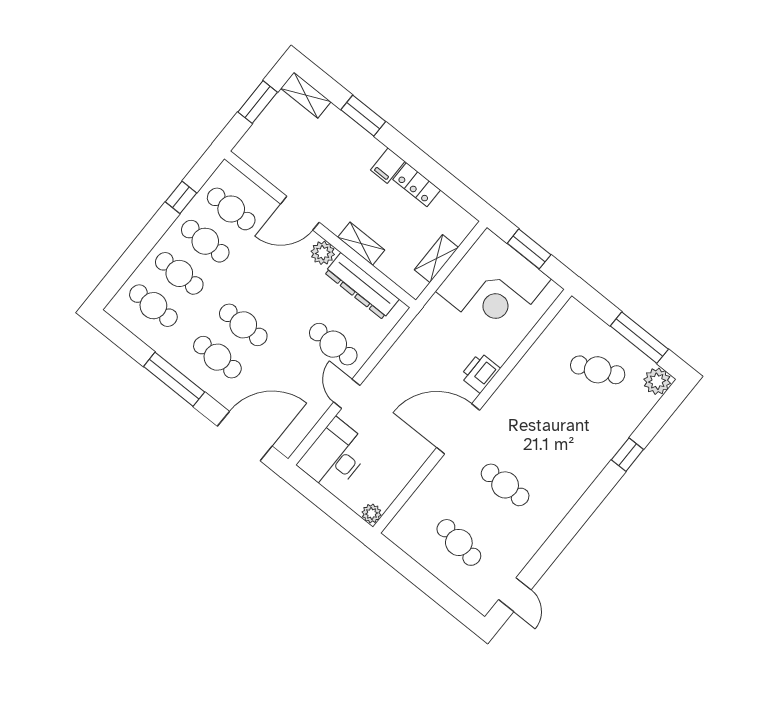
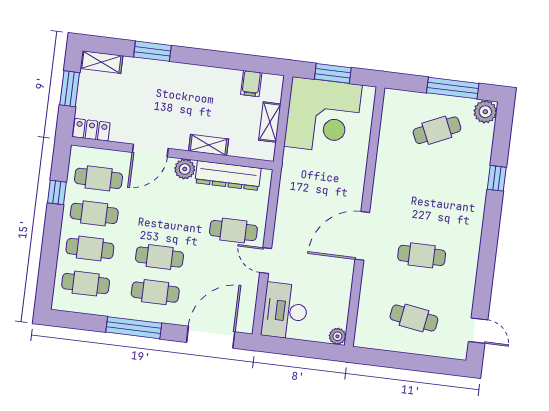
filing cabinet: (388, 166) -> (251, 84), moved
locker: (417, 185) -> (91, 130), moved, turned 180
printer: (480, 373) -> (353, 185), removed

